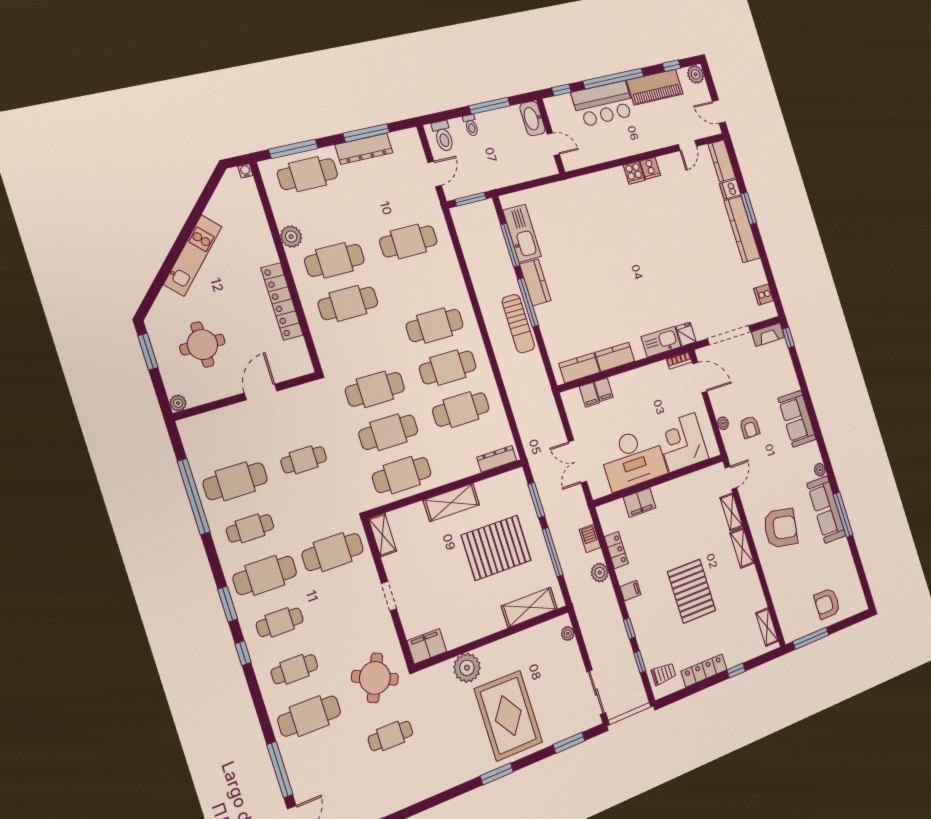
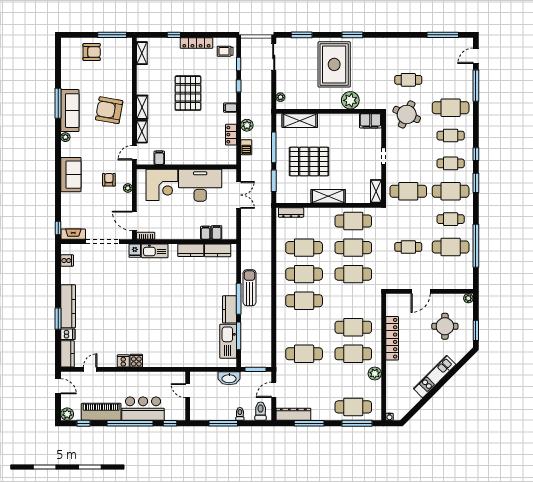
washbasin: (532, 118) -> (229, 378), moved, turned 90
dresser: (364, 149) -> (293, 414), moved
filing cabinet: (640, 503) -> (159, 158), moved, width x0.50

